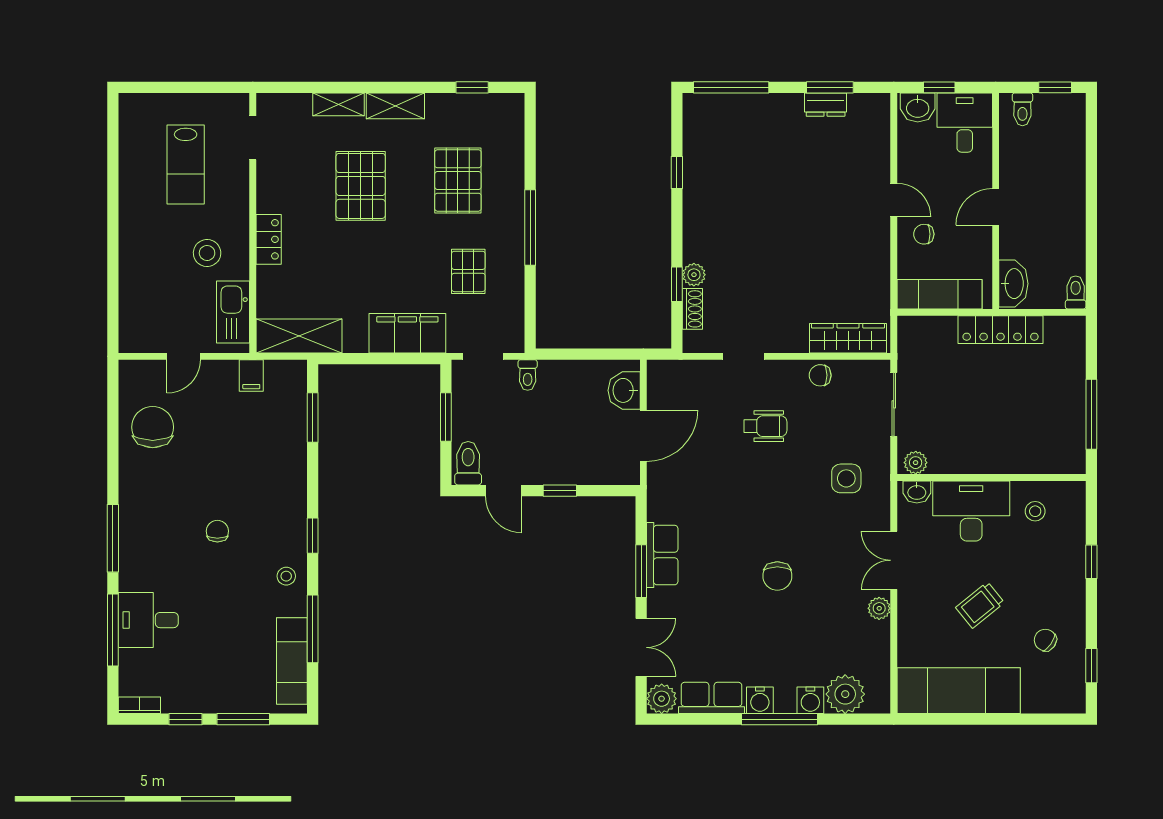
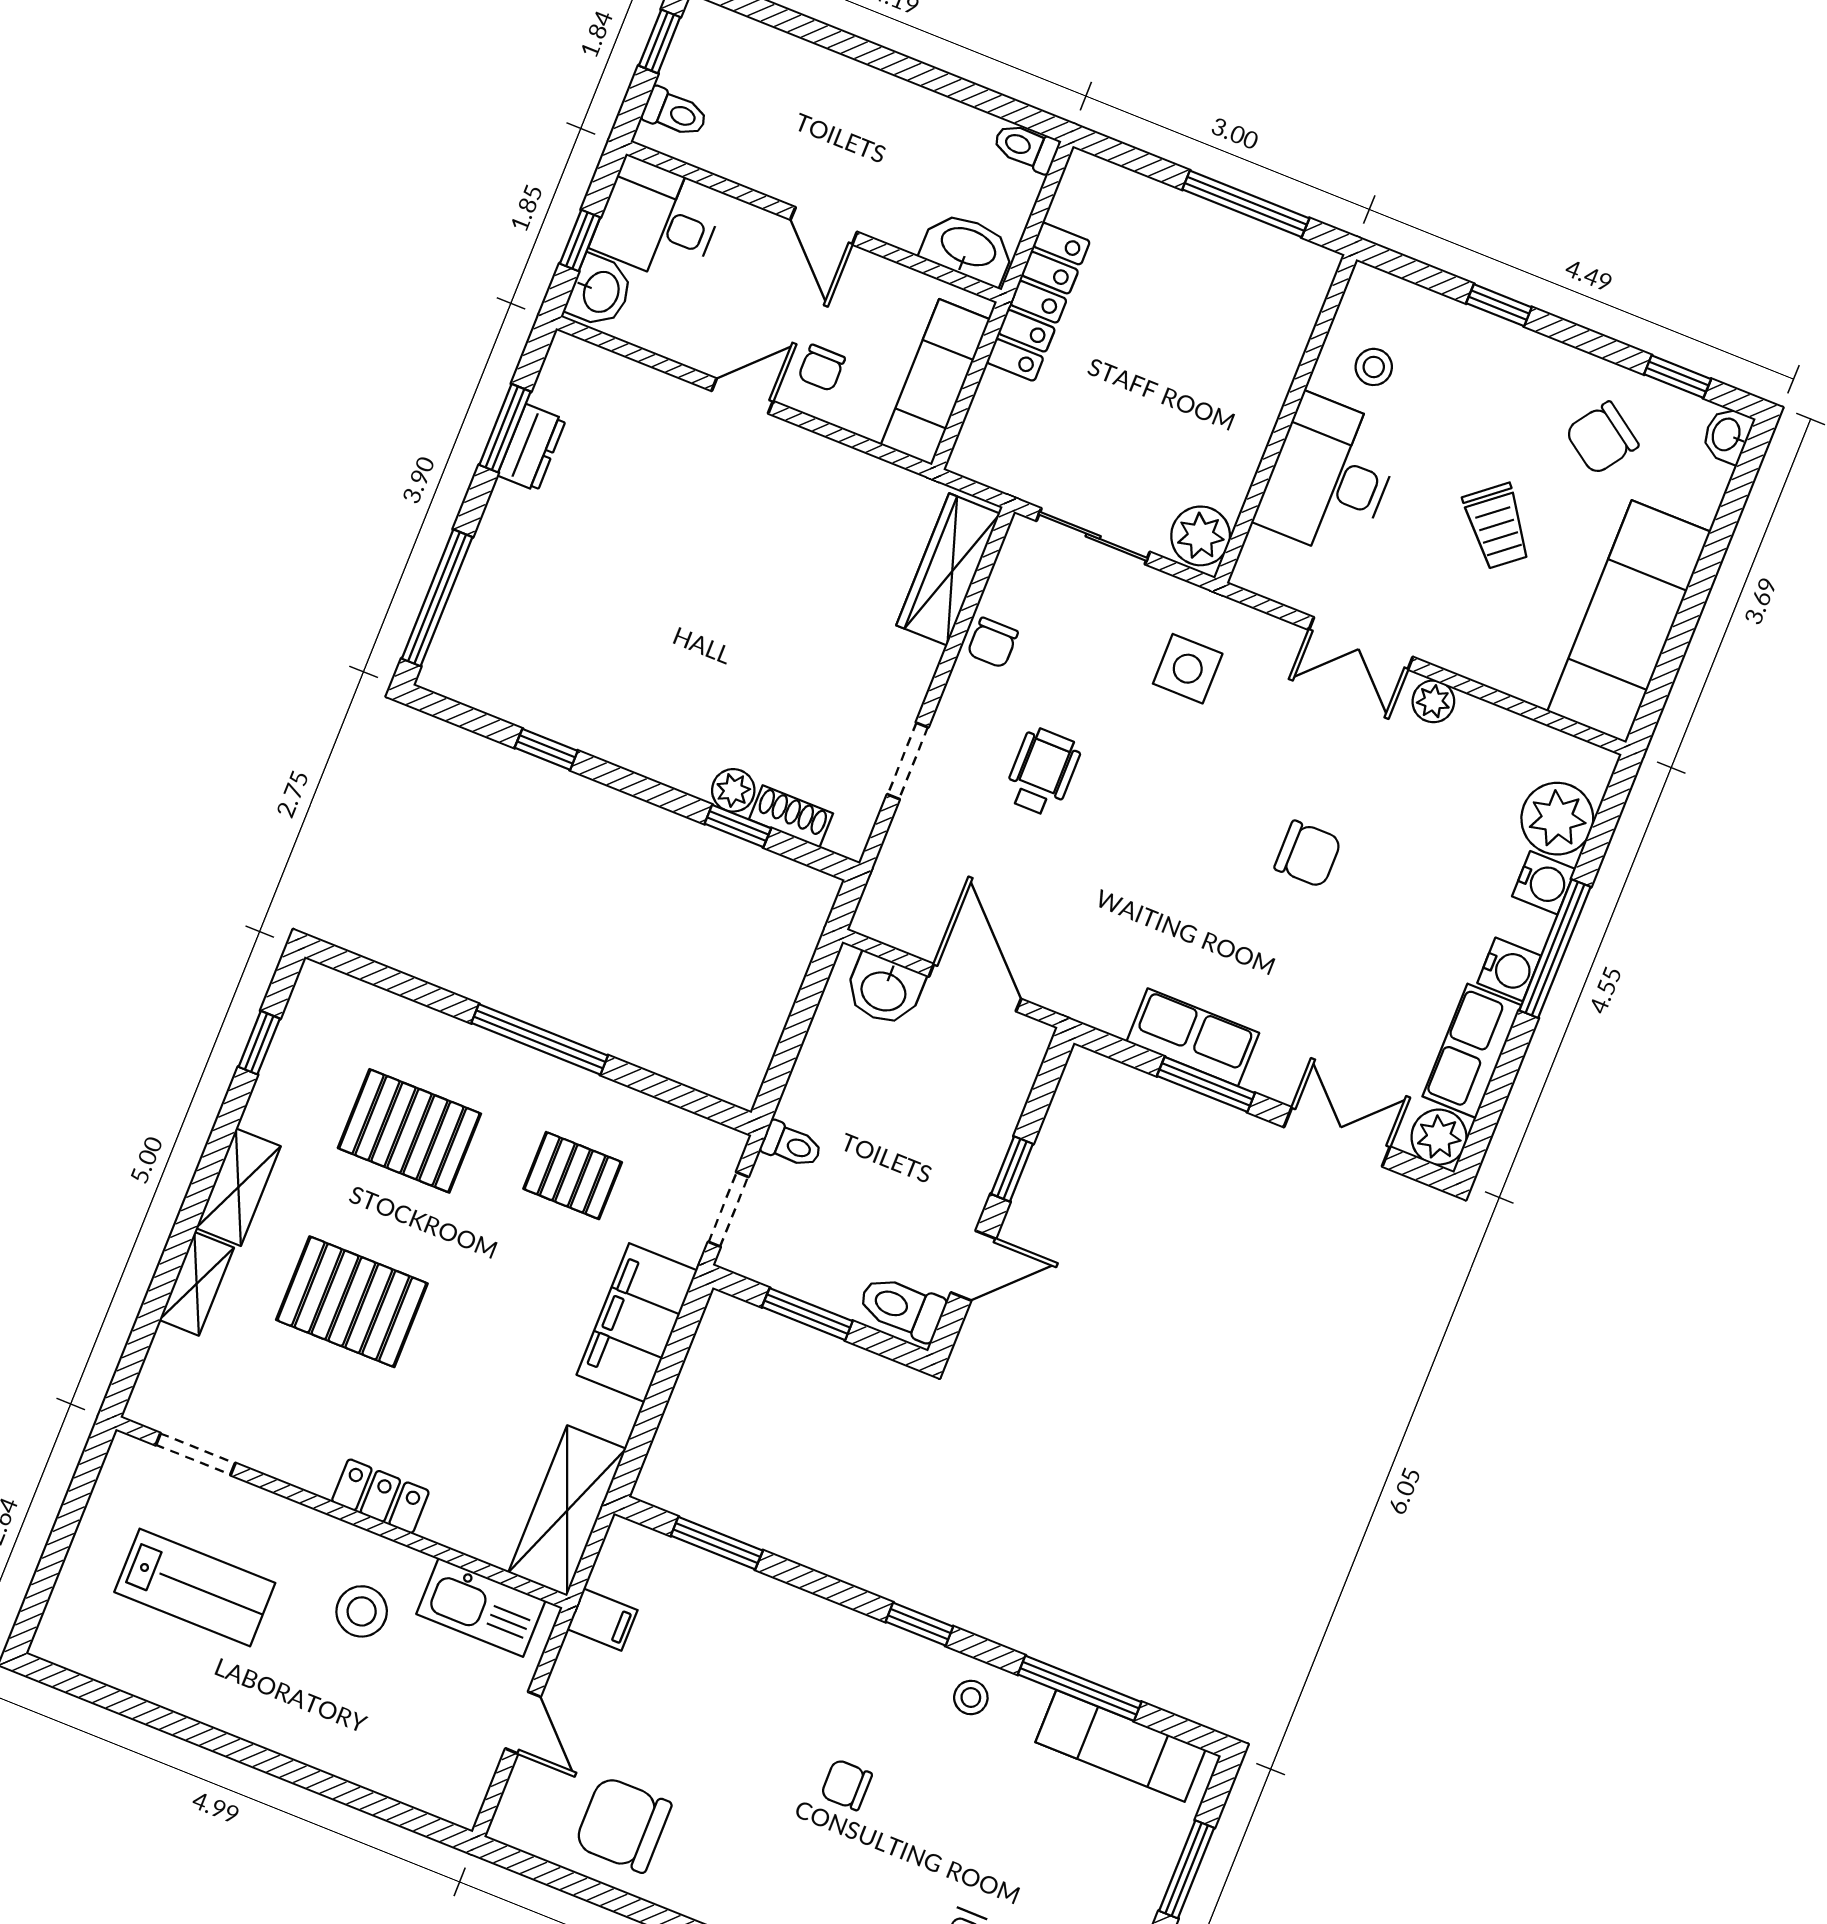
plant: (916, 463) -> (1201, 536), width x1.38, depth x1.38
washbasin: (917, 492) -> (1727, 435), moved, turned 180
chair: (1045, 640) -> (1602, 438), width x1.37, depth x1.37

